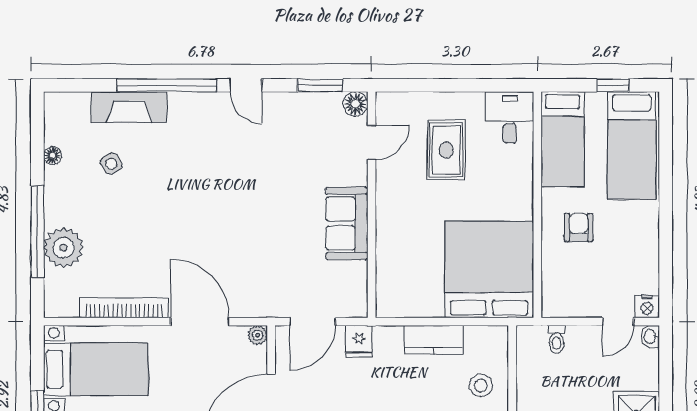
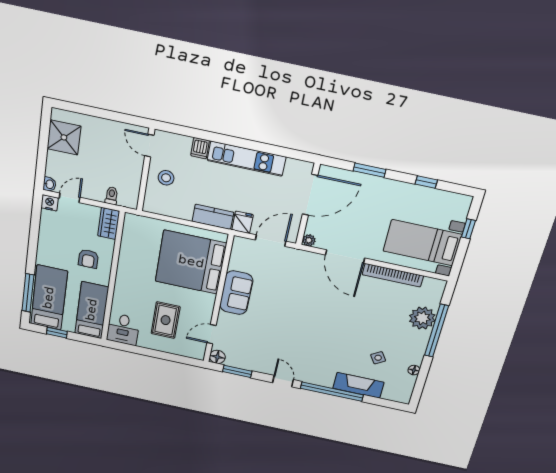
window: (666, 146) -> (28, 293), added
bed: (489, 270) -> (191, 262), moved, turned 90
wardrobe: (555, 293) -> (109, 224), added
kitchen counter: (433, 340) -> (213, 217), moved

